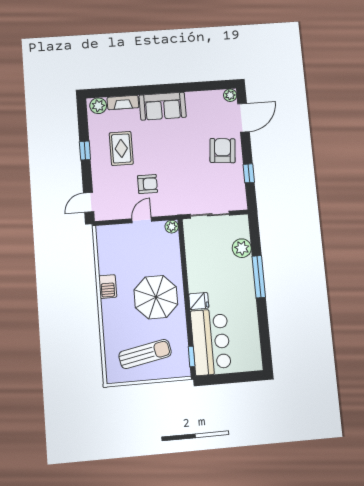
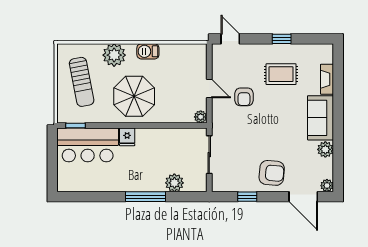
plant: (98, 106) -> (325, 149), moved
plant: (114, 322) -> (114, 55), added

